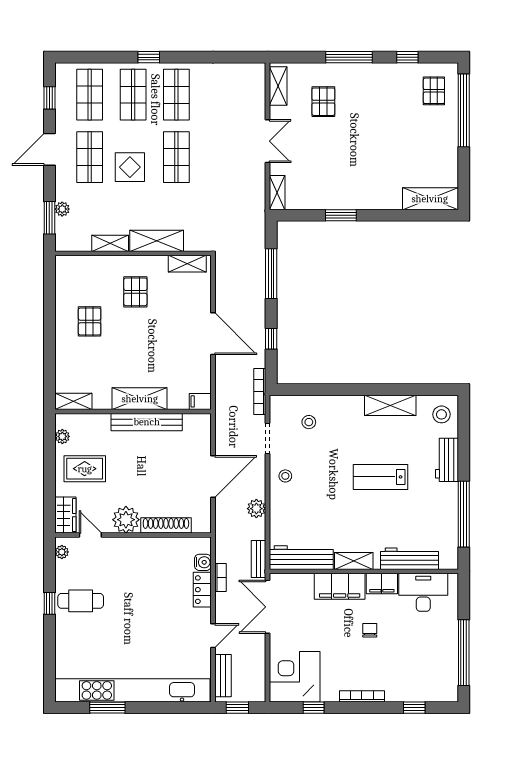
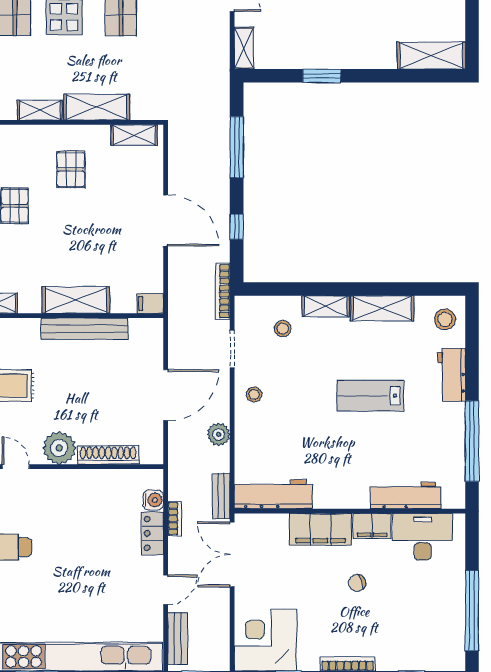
shelving: (354, 561) -> (326, 306), moved
chair: (370, 630) -> (357, 583), turned -113

